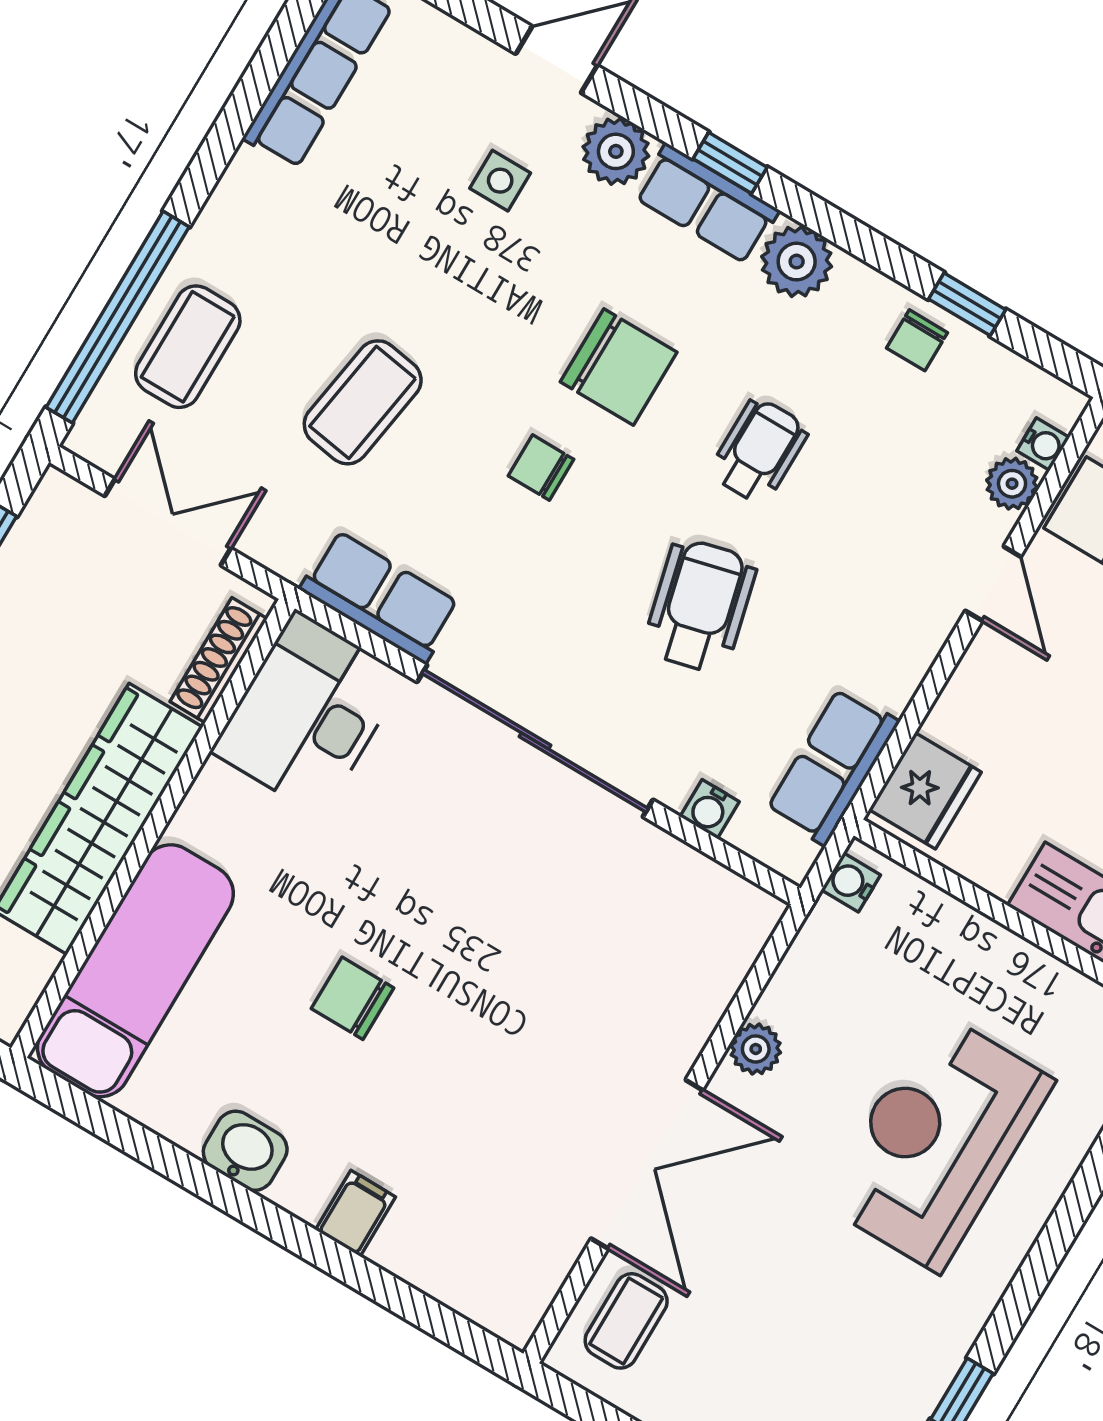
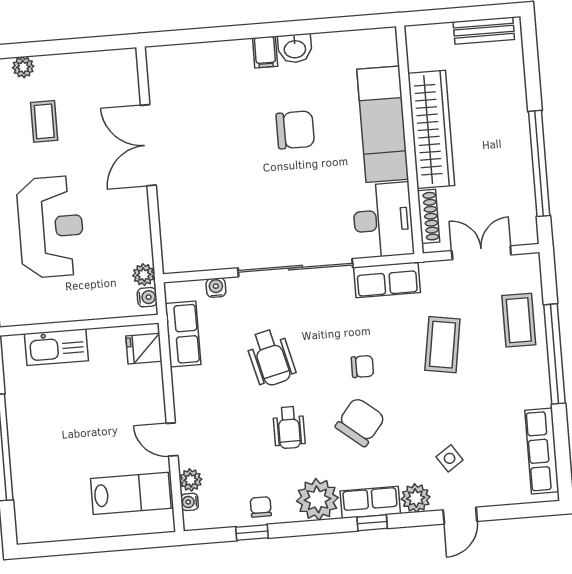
side table: (500, 181) -> (450, 458), turned -34
plant: (797, 262) -> (317, 499), width x1.36, depth x1.36
window: (118, 317) -> (554, 354), moved
chair: (619, 367) -> (360, 422), turned 129
double door: (168, 522) -> (481, 253), swing flipped
fridge: (925, 791) -> (144, 349), width x0.72
exam couch: (135, 971) -> (383, 124), moved
chair: (352, 998) -> (295, 130), width x1.37, depth x1.37
plant: (756, 1049) -> (144, 275), moved
filing cabinet: (355, 1213) -> (265, 52), moved
coffee table: (626, 1321) -> (44, 121), moved

